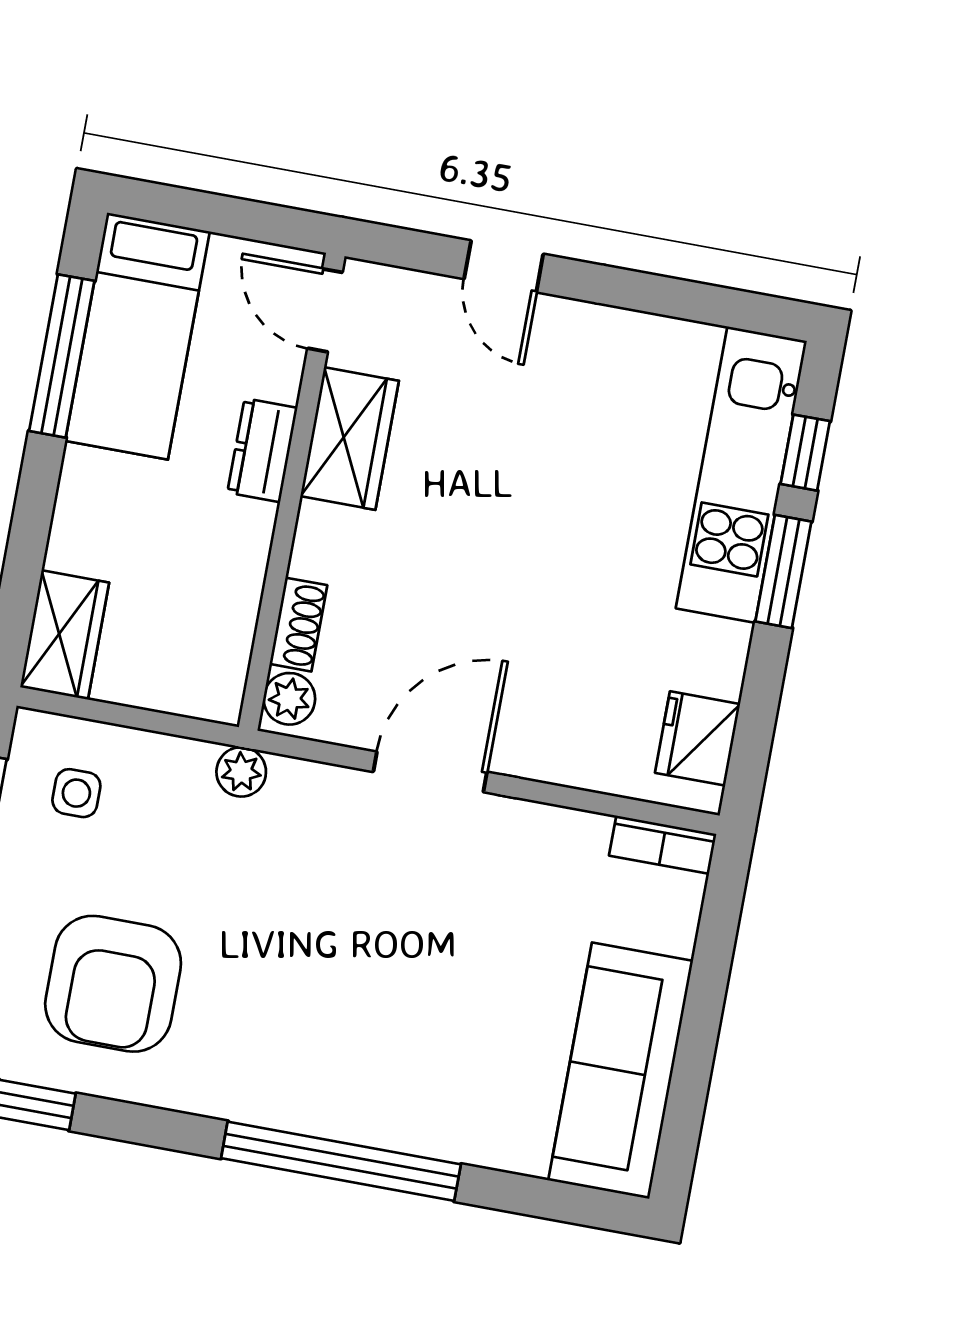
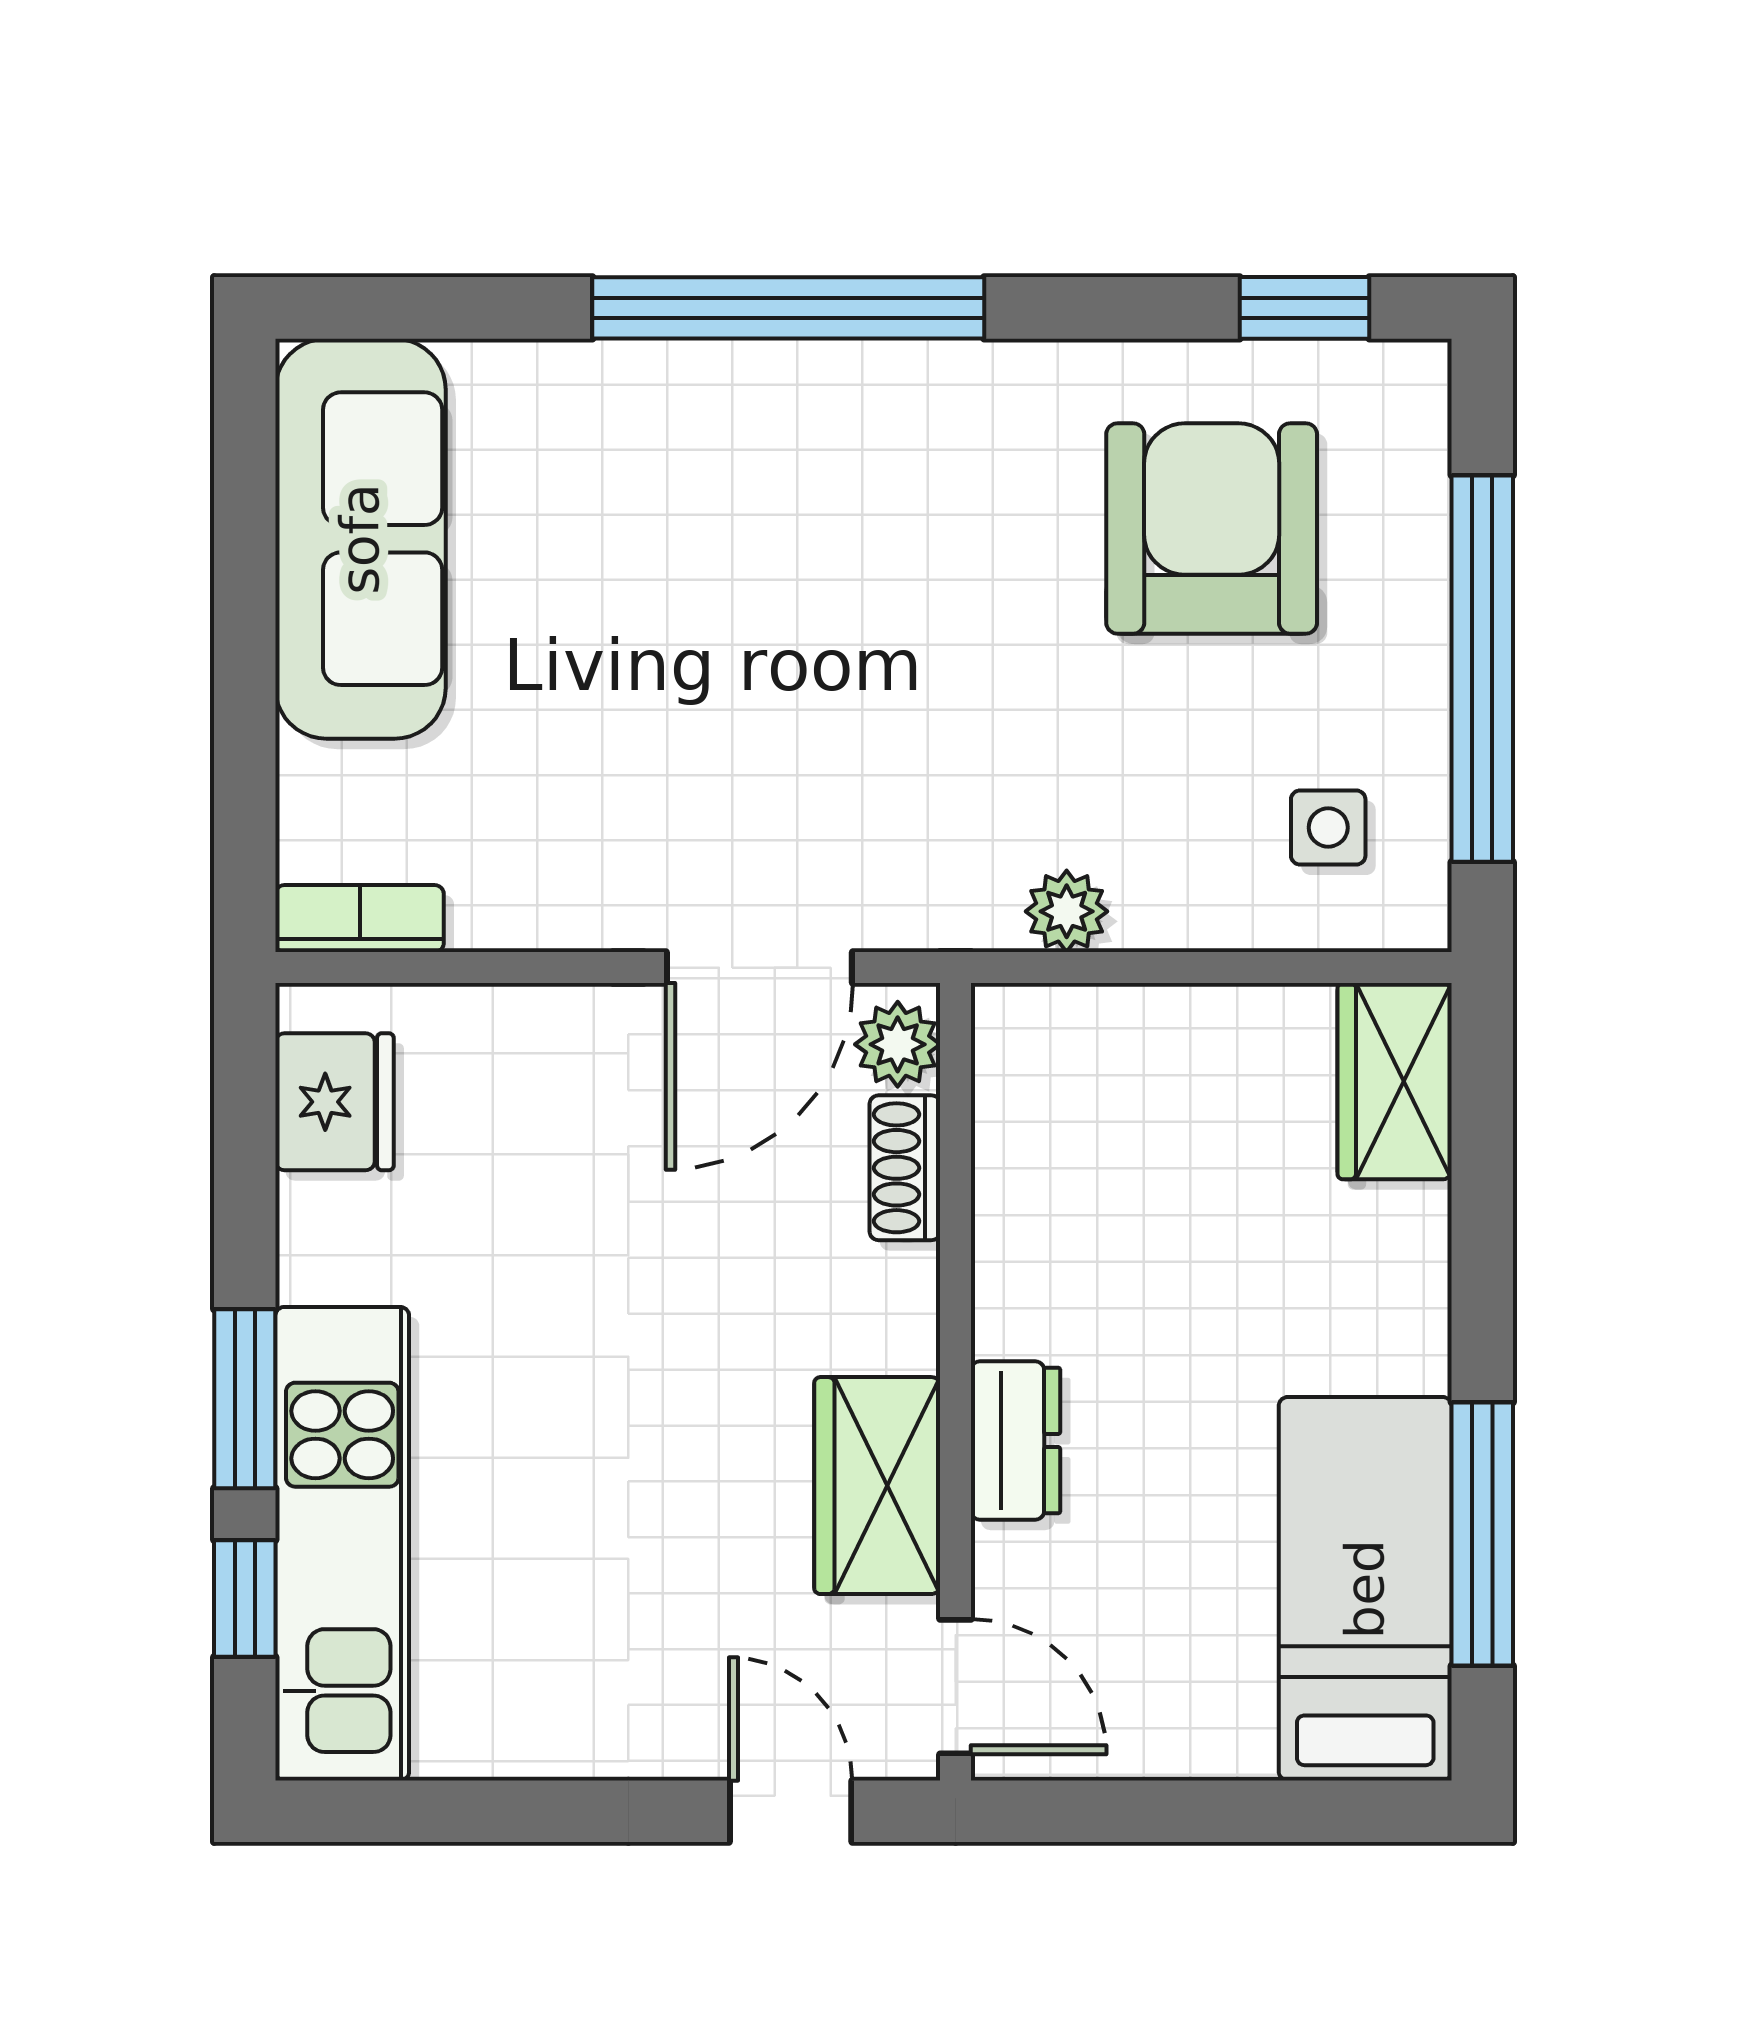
door: (325, 310) -> (956, 1687), moved
wardrobe: (350, 438) -> (877, 1486), moved
dresser: (262, 450) -> (1016, 1441), moved
wall: (292, 492) -> (956, 1382), moved
shoe rack: (298, 625) -> (905, 1168), moved
plant: (289, 699) -> (898, 1044), moved

